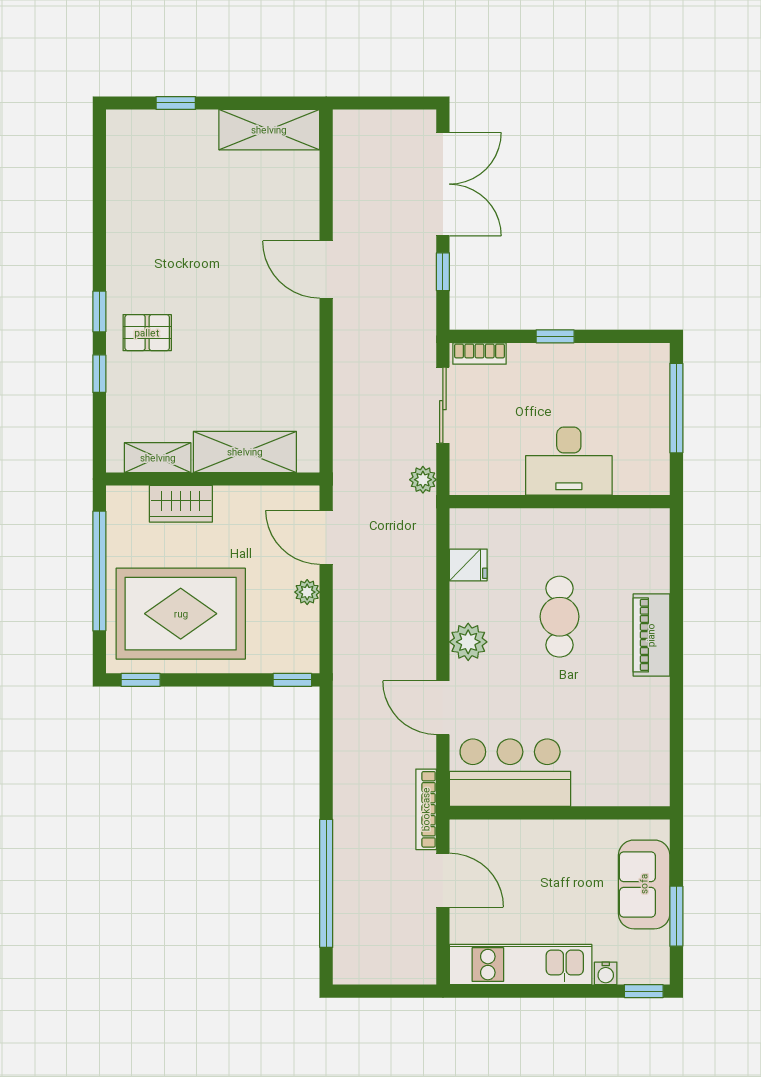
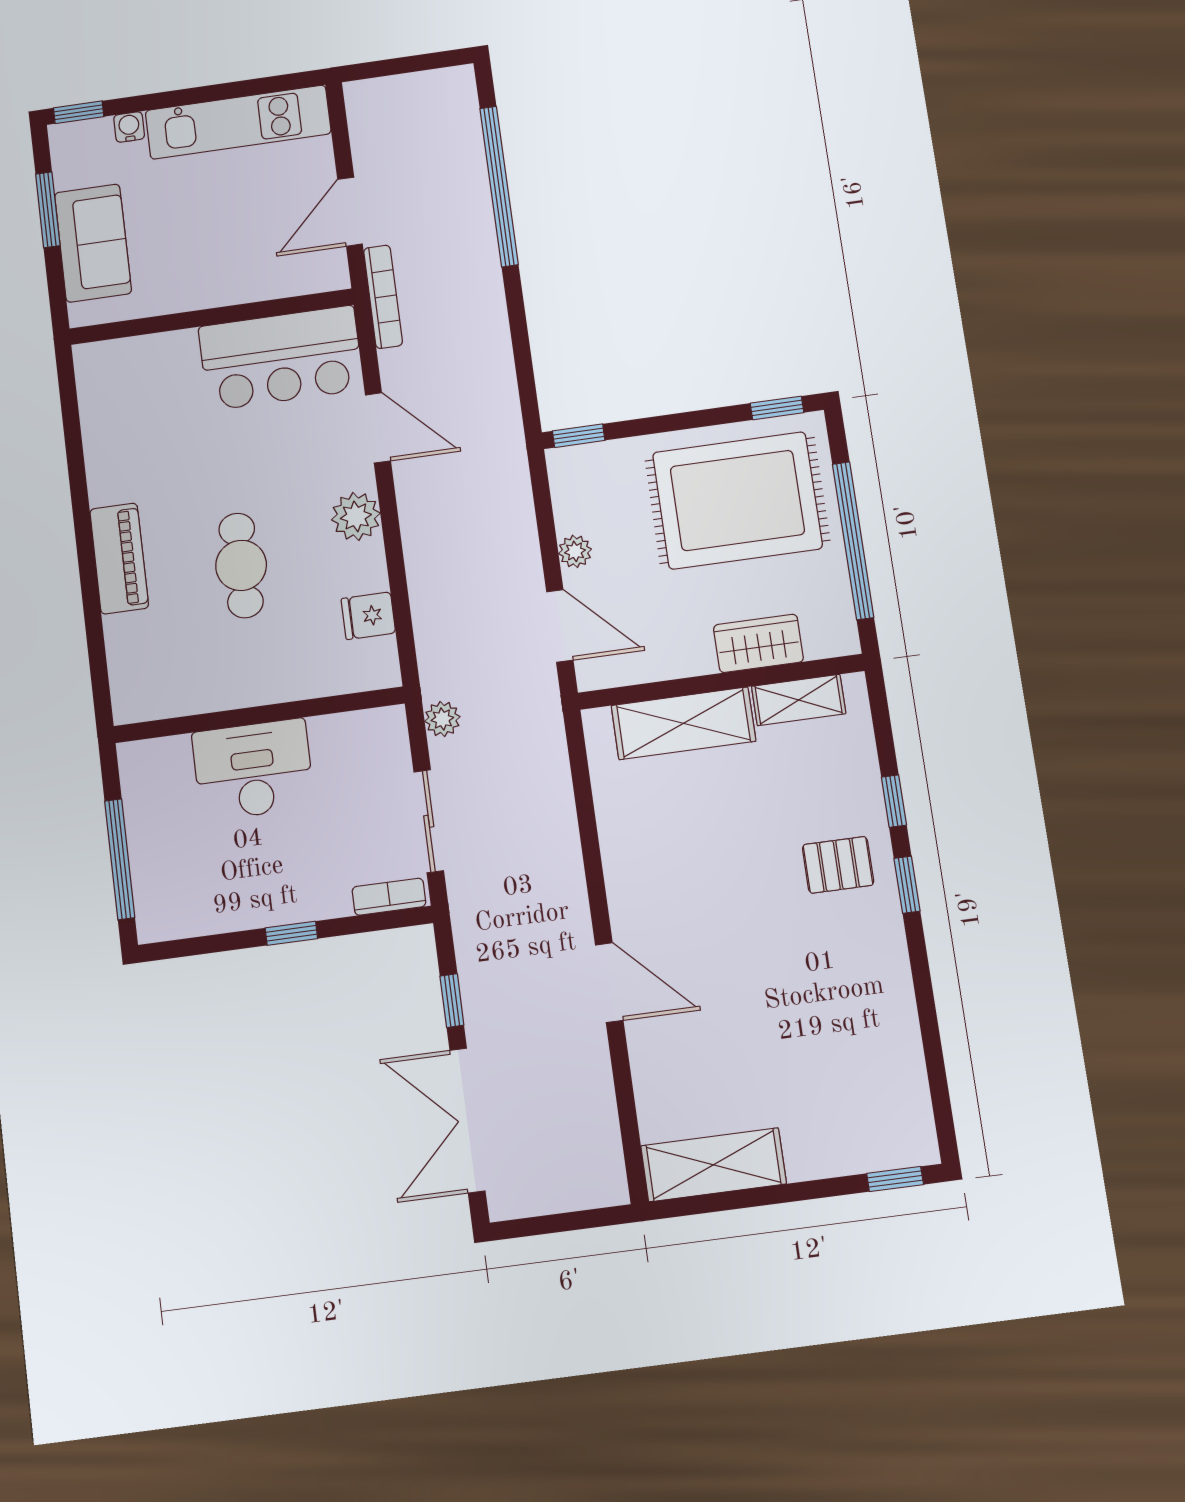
window: (176, 103) -> (895, 1179), moved
door: (443, 880) -> (350, 212), hinge flipped

